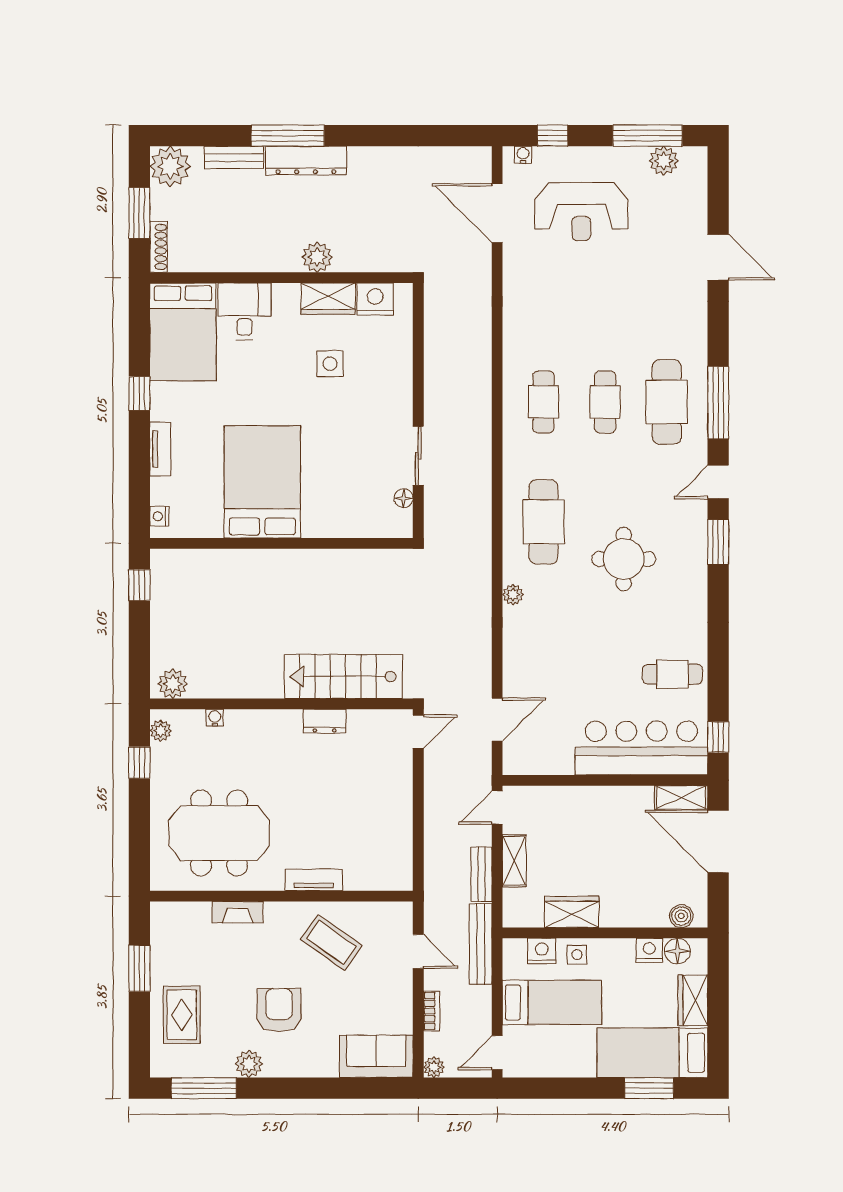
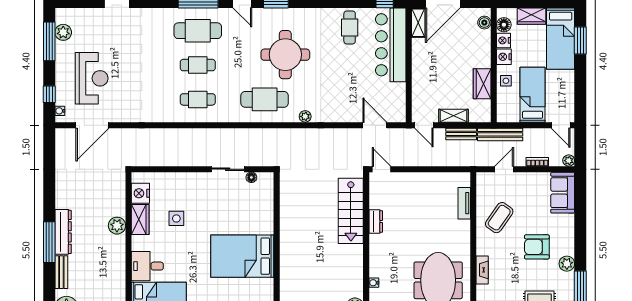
round table: (624, 559) -> (285, 55), width x1.36, depth x1.36
tv unit: (314, 880) -> (464, 203), moved
nightstand: (542, 951) -> (504, 57), moved

